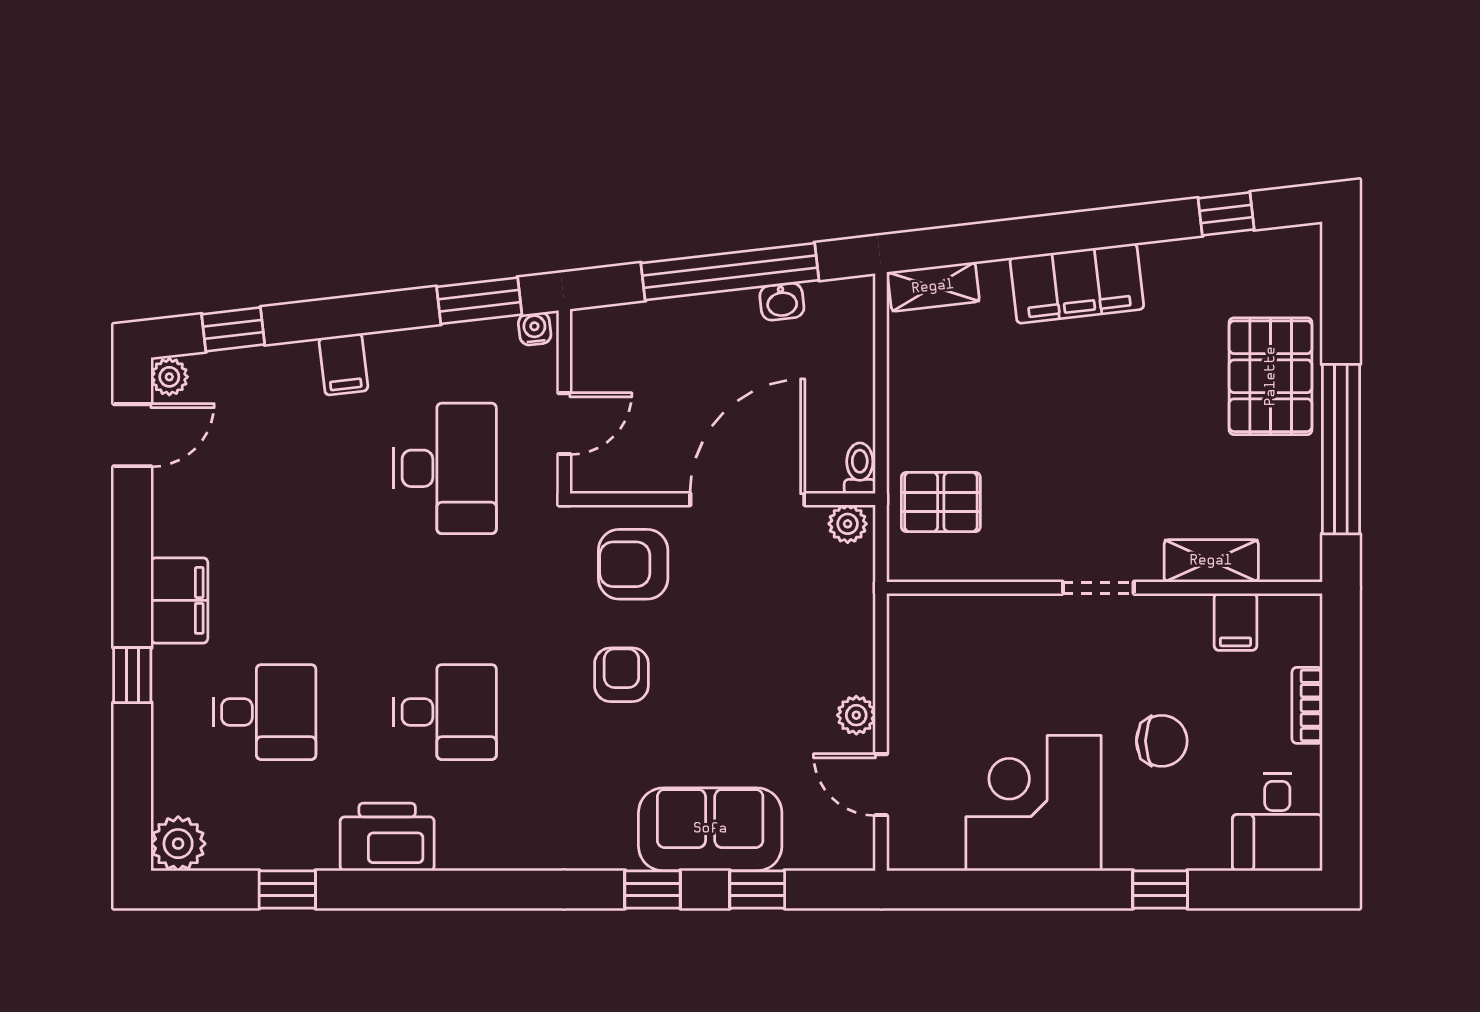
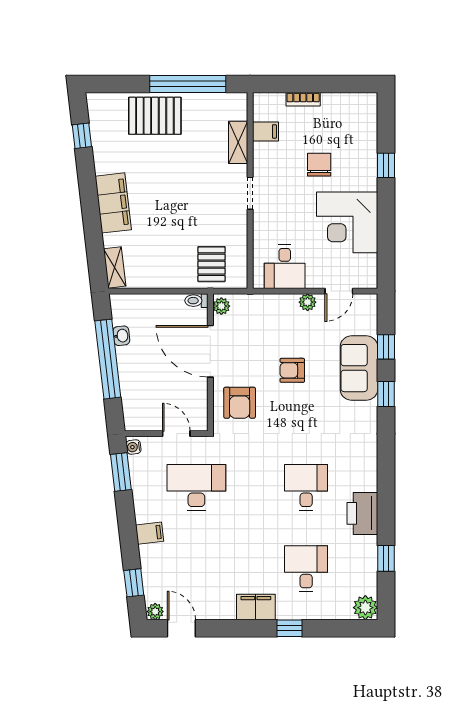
armchair: (621, 675) -> (292, 370), moved
desk: (1277, 822) -> (285, 267), moved, turned 90

